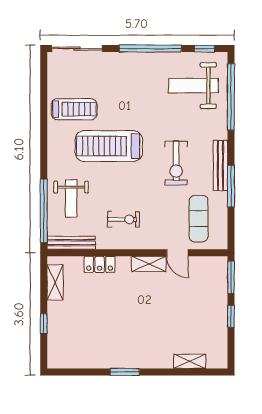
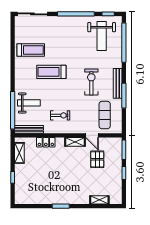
weight bench: (193, 86) -> (102, 36), turned -90
treadmill: (109, 146) -> (51, 72), width x0.73, depth x0.73
exercise bike: (176, 163) -> (91, 82), turned 180
weight bench: (71, 198) -> (29, 103), turned -90
pallet: (186, 293) -> (97, 159), added

